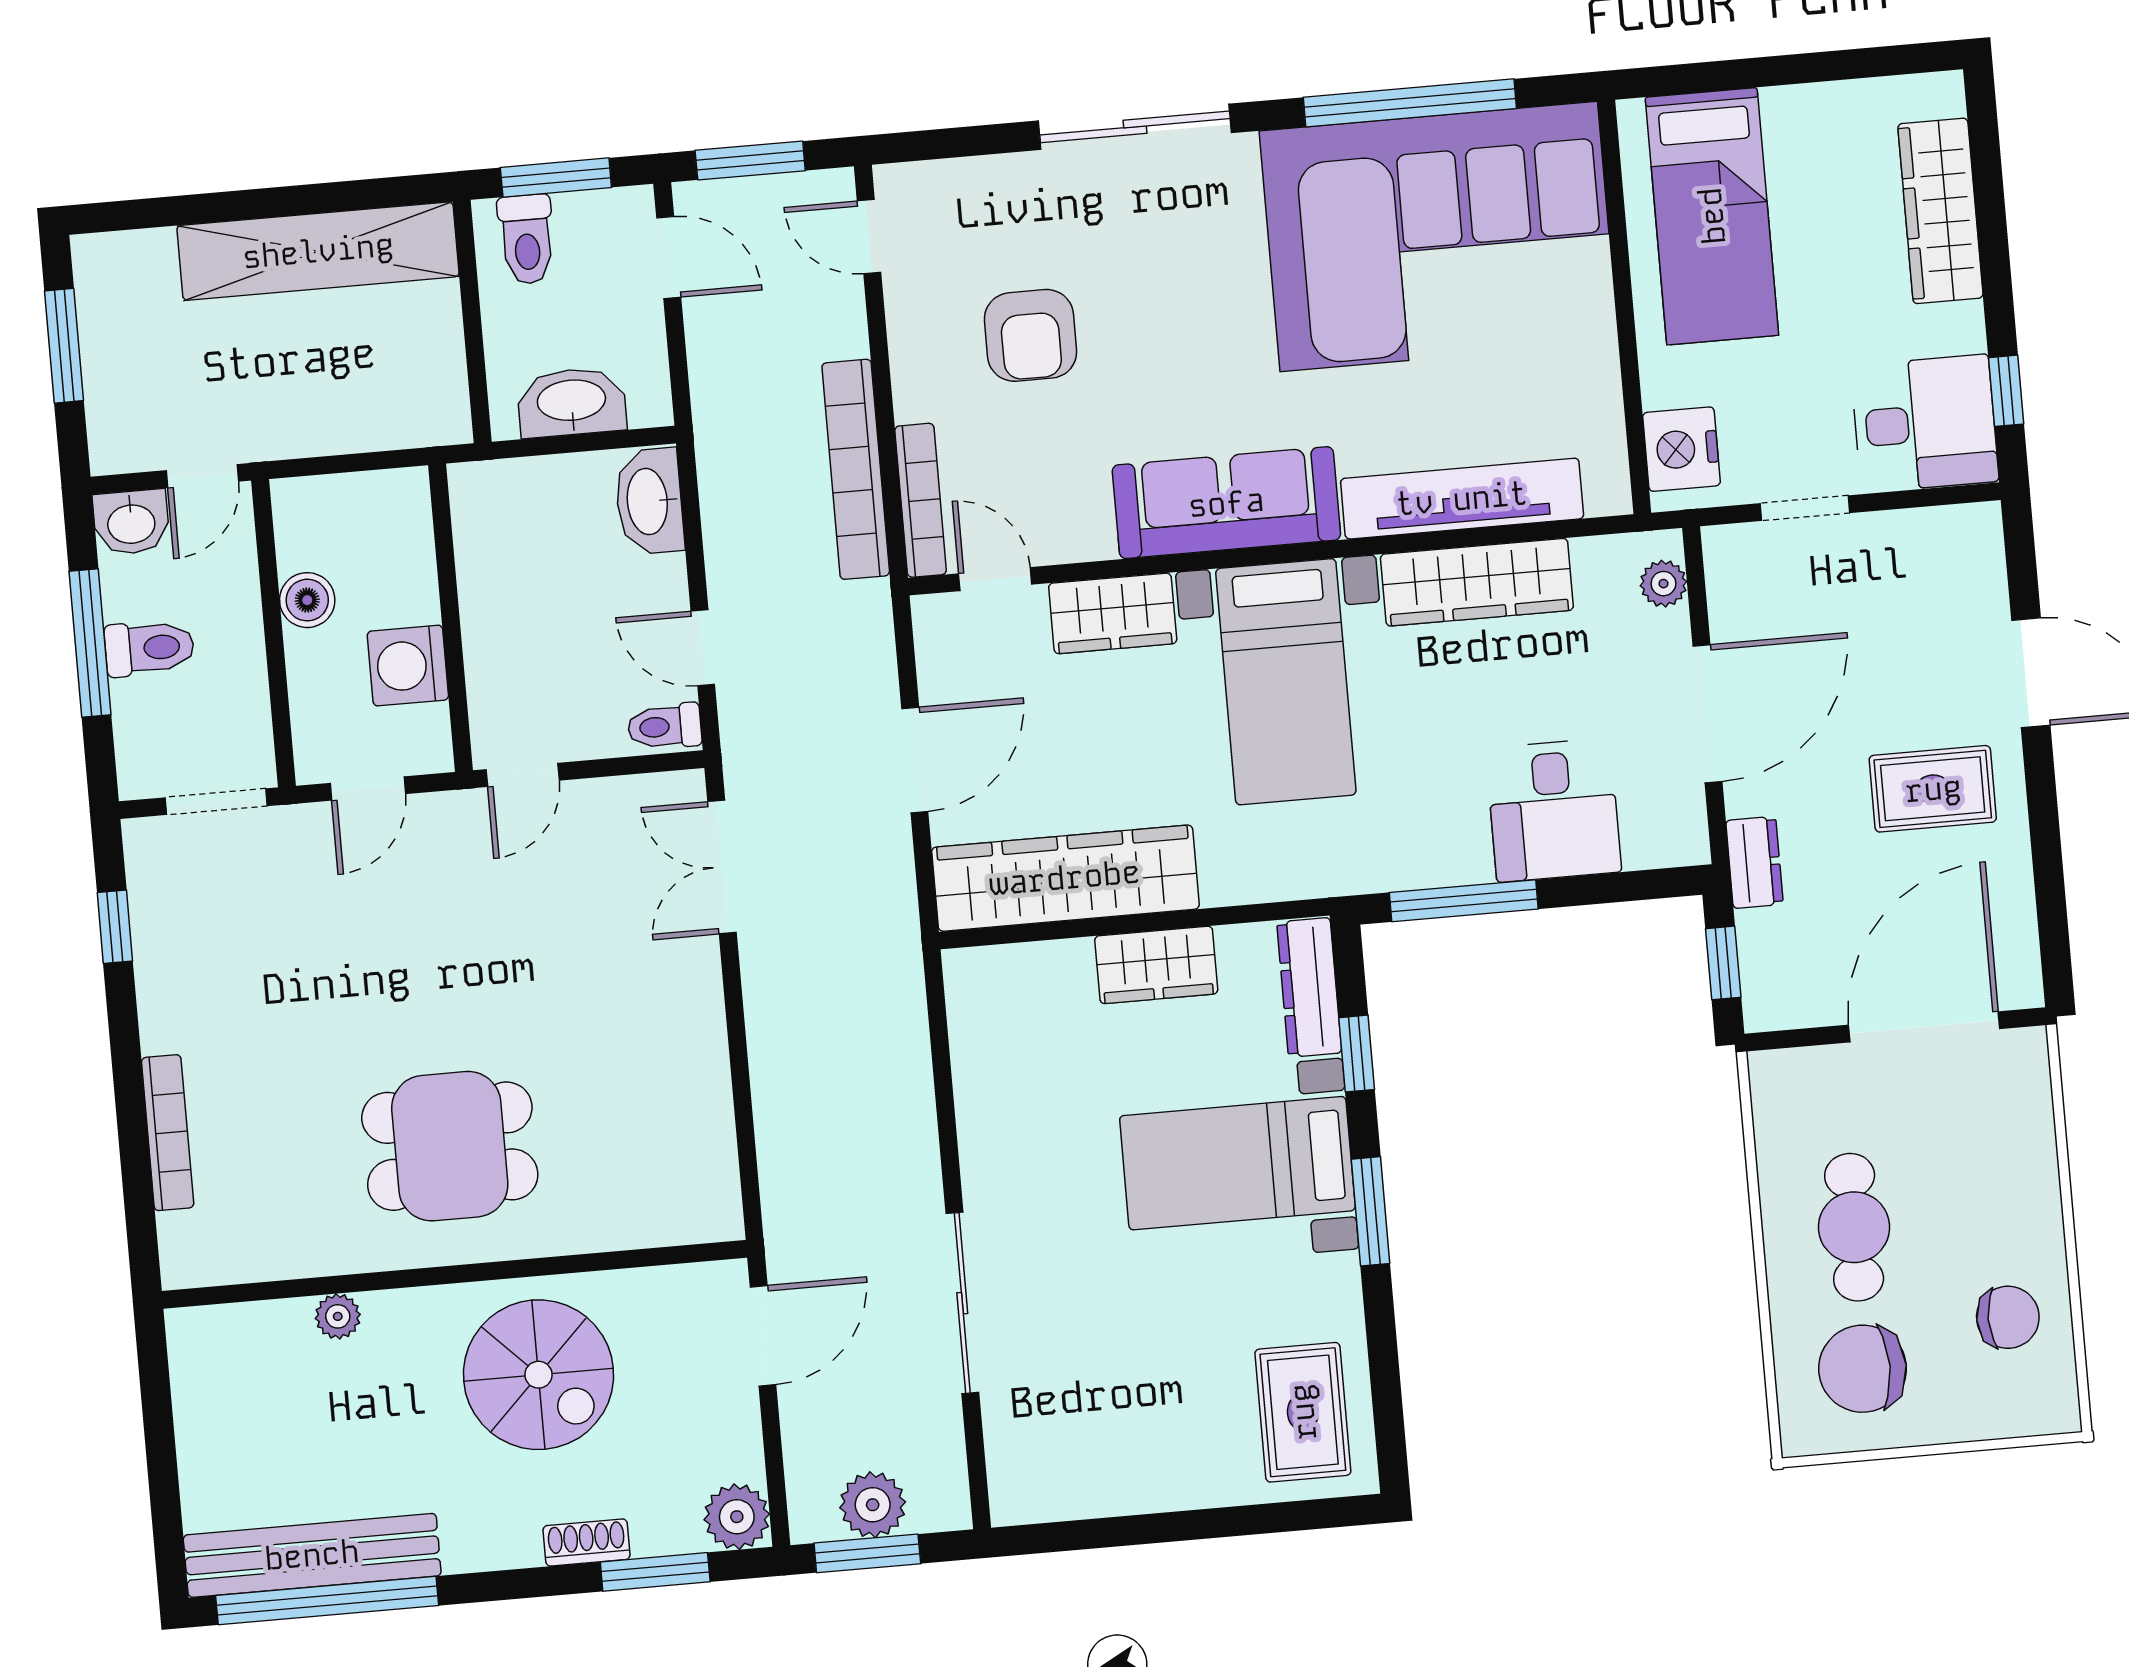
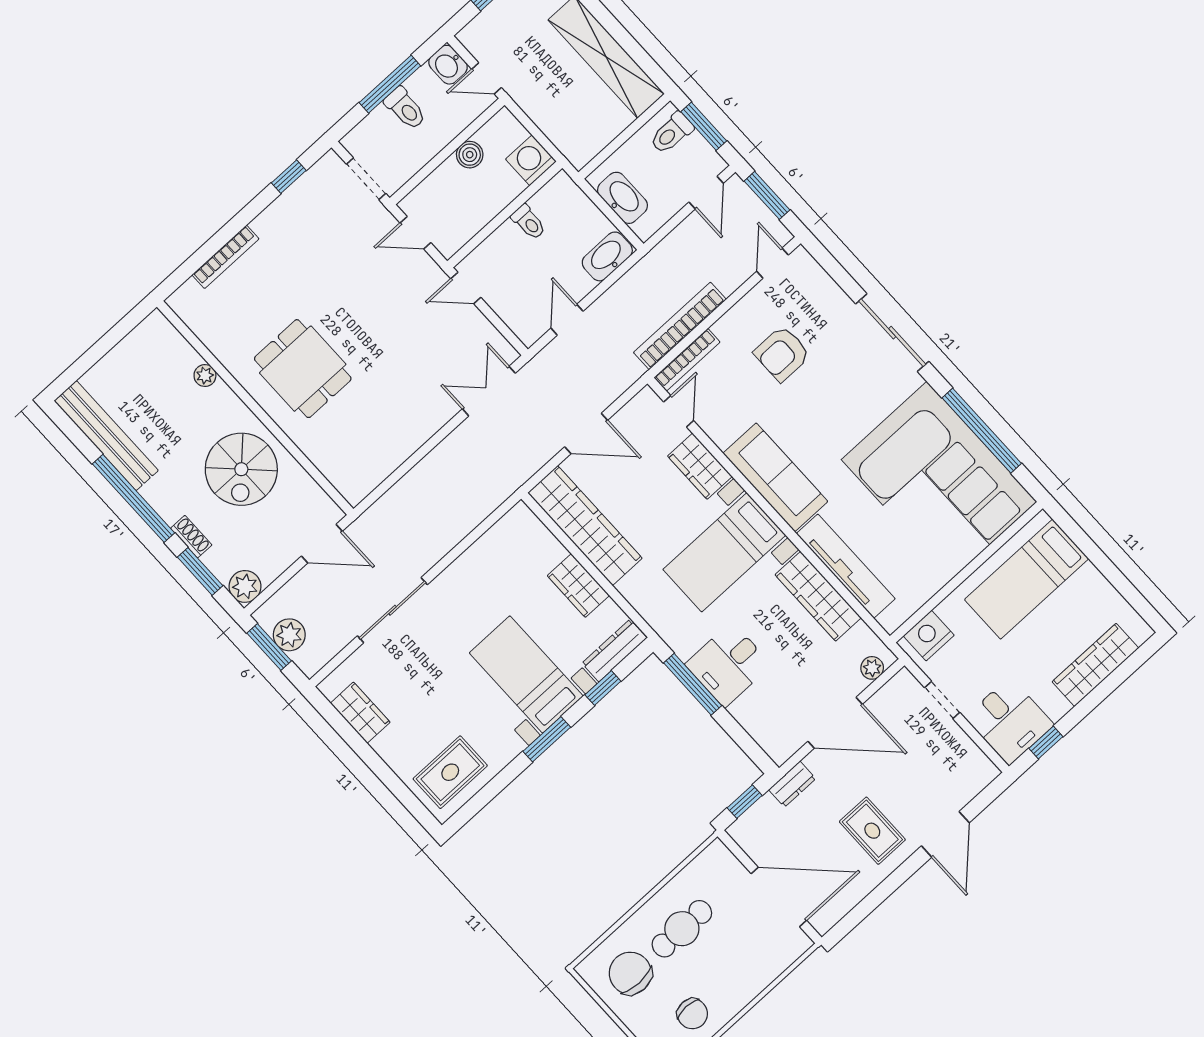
washing machine: (408, 666) -> (531, 160), moved
toilet: (665, 726) -> (529, 222), moved, turned 180
desk: (1554, 810) -> (728, 665), moved
wardrobe: (1091, 1486) -> (360, 713), added
window: (327, 1601) -> (133, 498), moved

